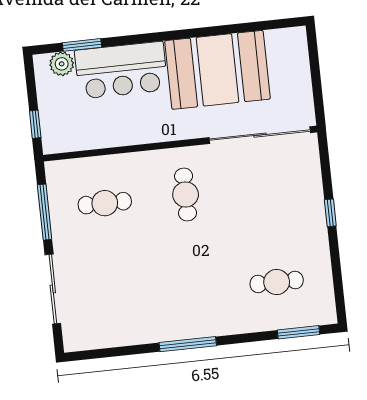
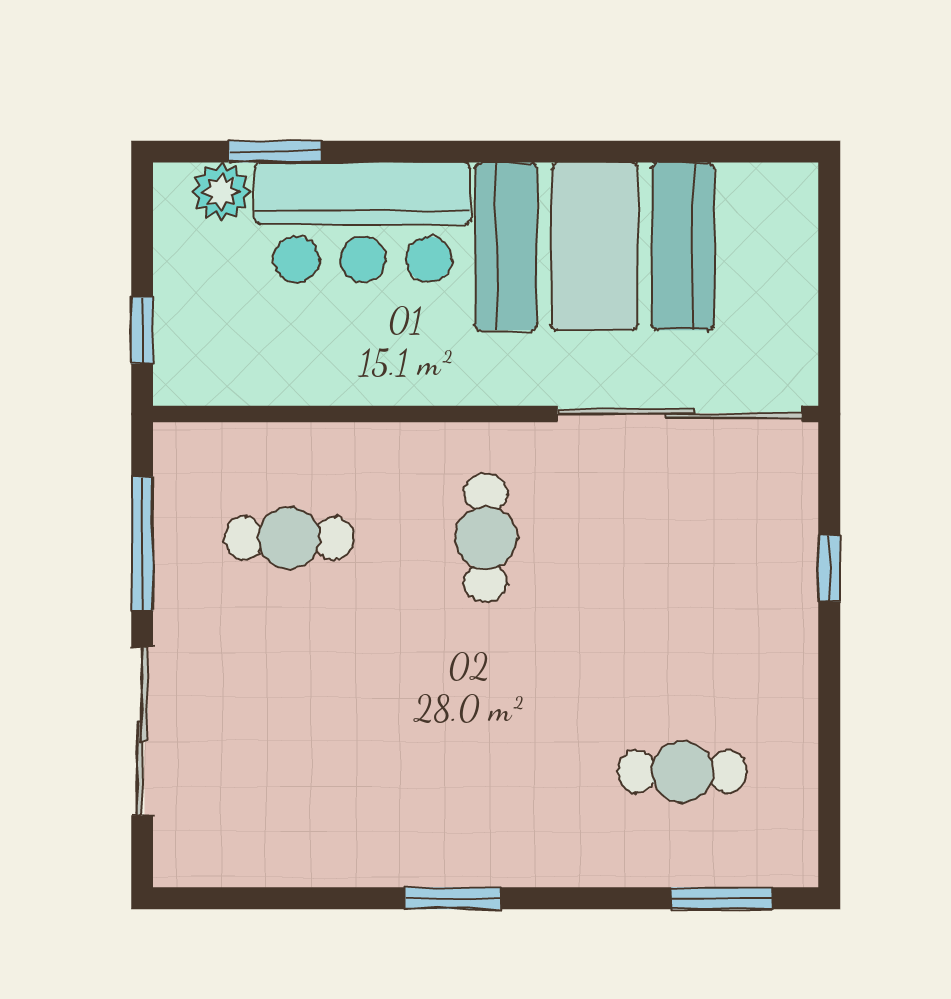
window: (330, 213) -> (829, 568), moved
window: (188, 344) -> (453, 898), width x0.69

